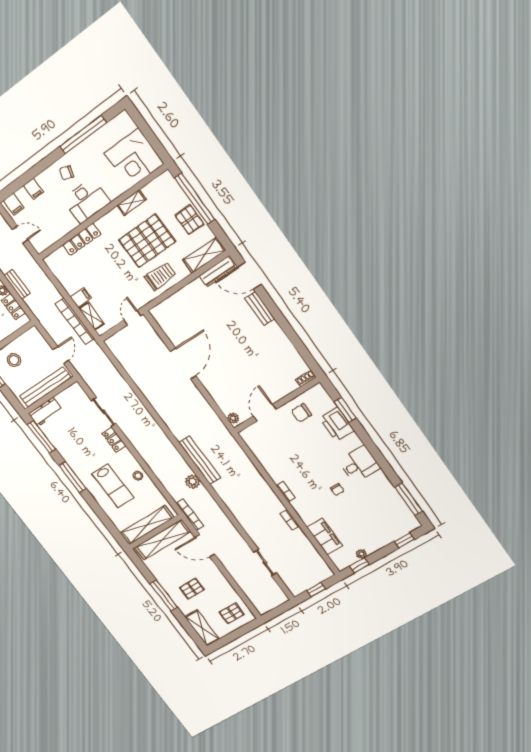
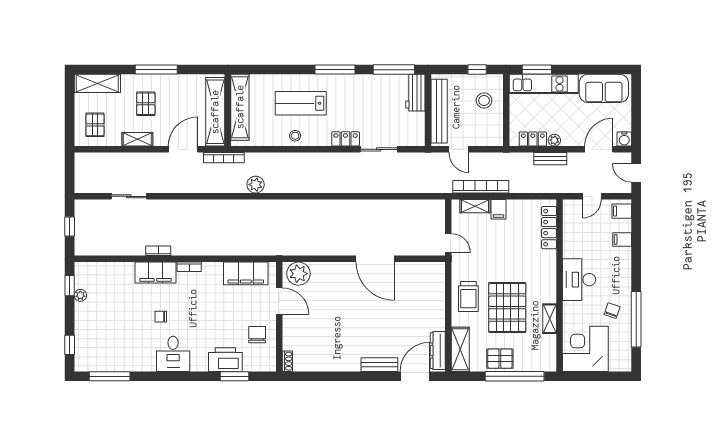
chair: (66, 173) -> (612, 311), moved
locker: (82, 239) -> (549, 228), moved
plant: (233, 418) -> (298, 274), width x1.88, depth x1.88
filing cabinet: (262, 449) -> (246, 273), added
bench: (200, 460) -> (272, 207), removed
filing cabinet: (325, 536) -> (156, 273), moved
shelving: (221, 580) -> (137, 139), added

